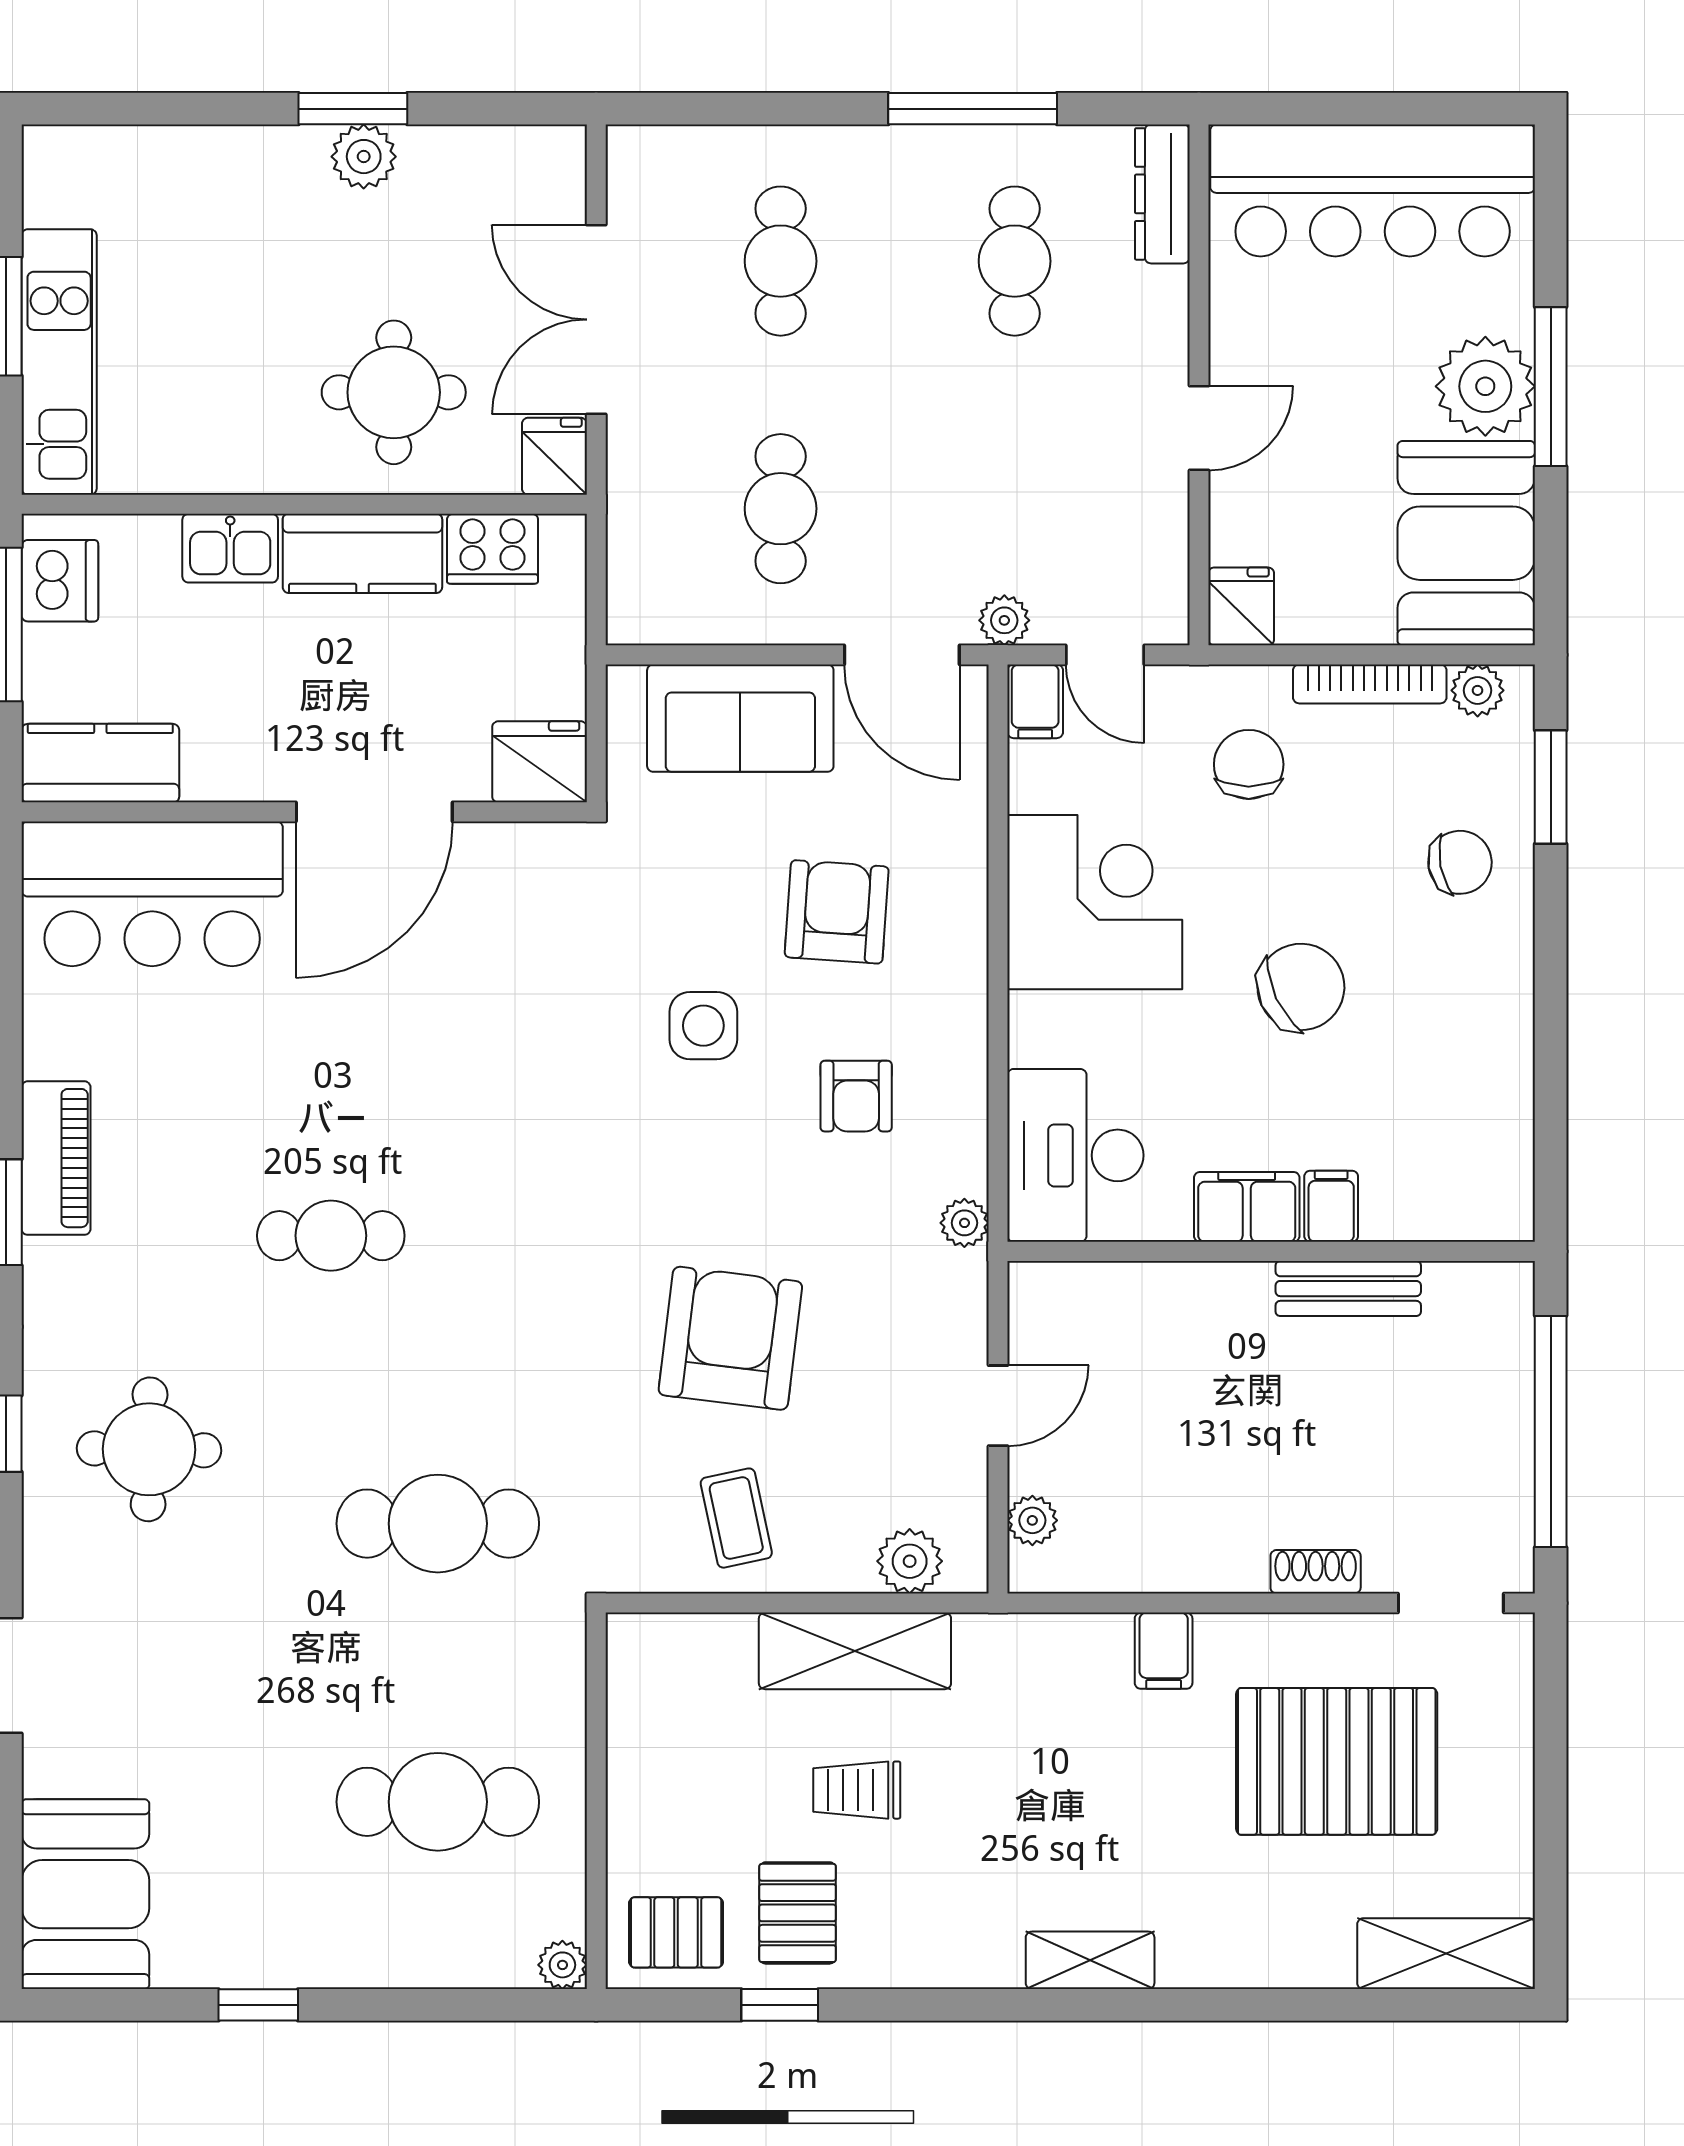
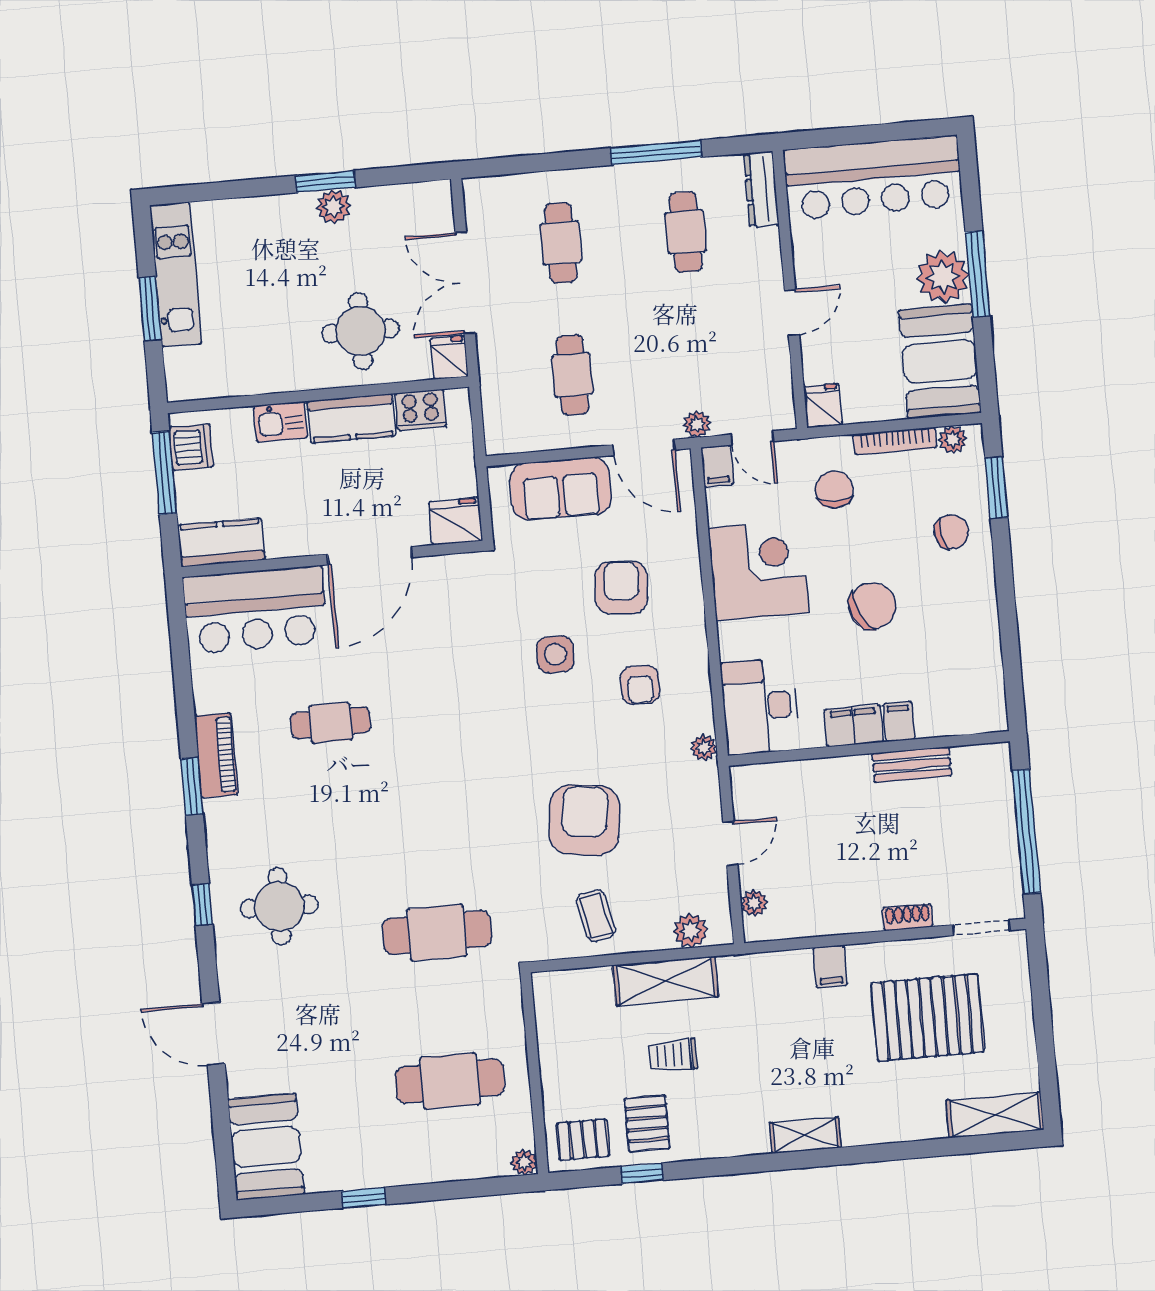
kitchen unit: (59, 362) -> (176, 274), moved
cafe table: (331, 1236) -> (331, 723), moved

